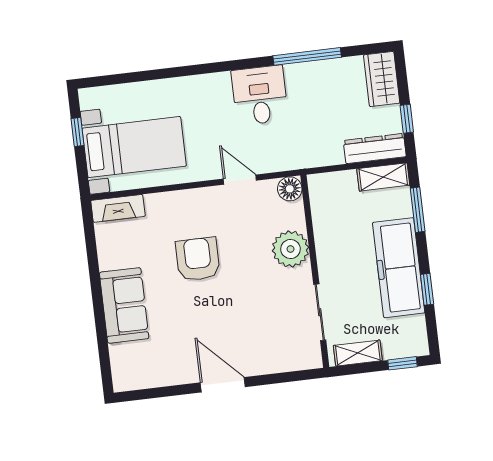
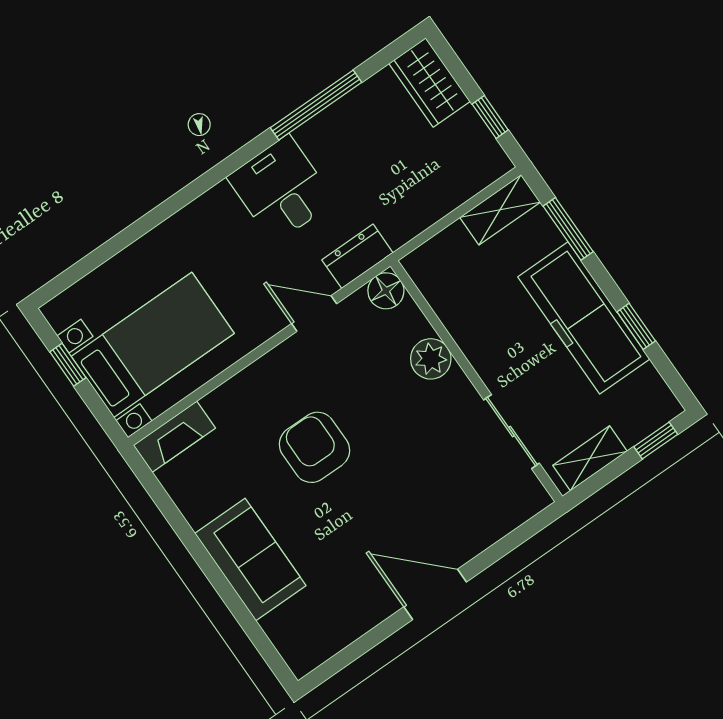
dresser: (375, 149) -> (357, 256), moved, width x0.70
plant: (290, 249) -> (431, 359), width x0.73, depth x0.73

